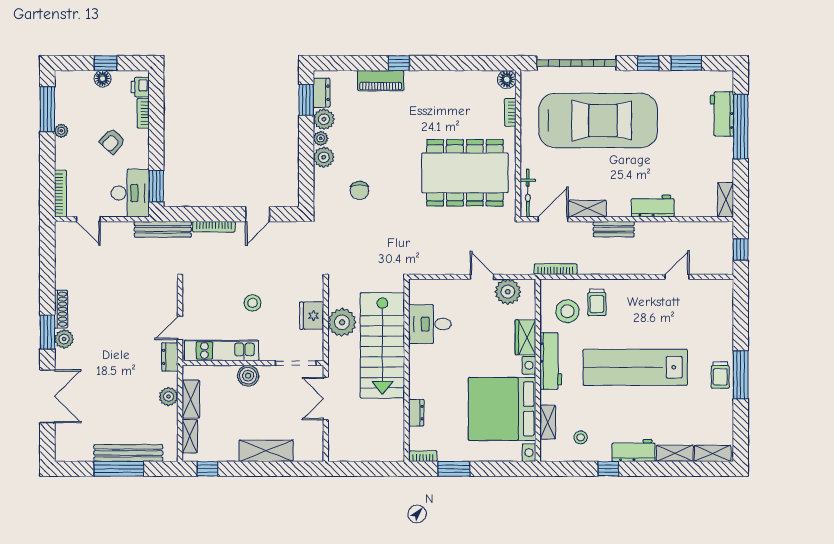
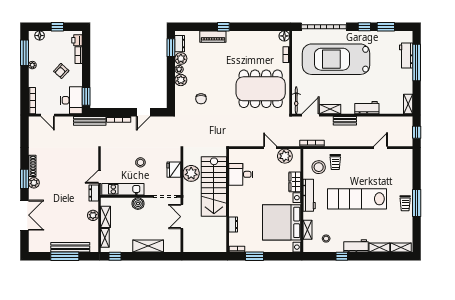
floor lamp: (103, 79) -> (40, 36), moved
car: (598, 120) -> (336, 59), turned 180

